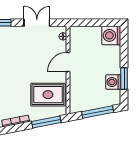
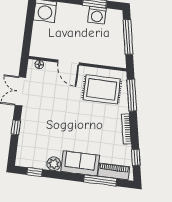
rug: (48, 95) -> (102, 89), turned 90

